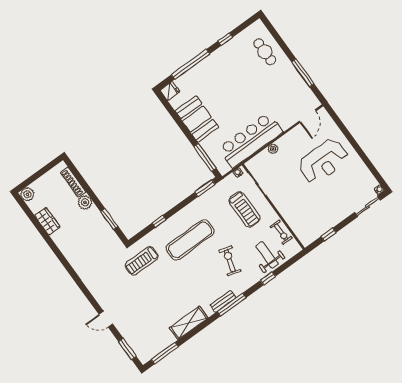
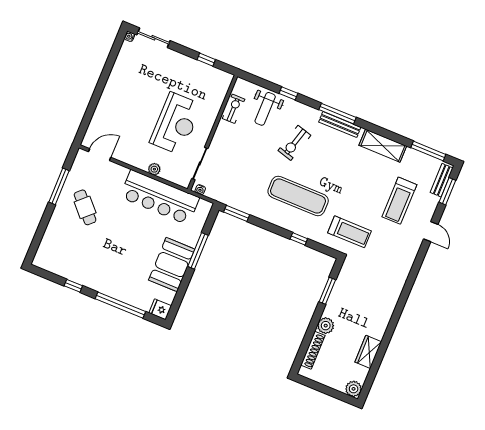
cafe table: (265, 52) -> (85, 207), moved, turned -43
window: (205, 158) -> (198, 251), moved
reception desk: (323, 161) -> (176, 124), moved, turned 90
treadmill: (244, 209) -> (399, 201), moved, turned 180
bench: (223, 301) -> (340, 125), width x1.36
bench: (138, 350) -> (442, 180), added

